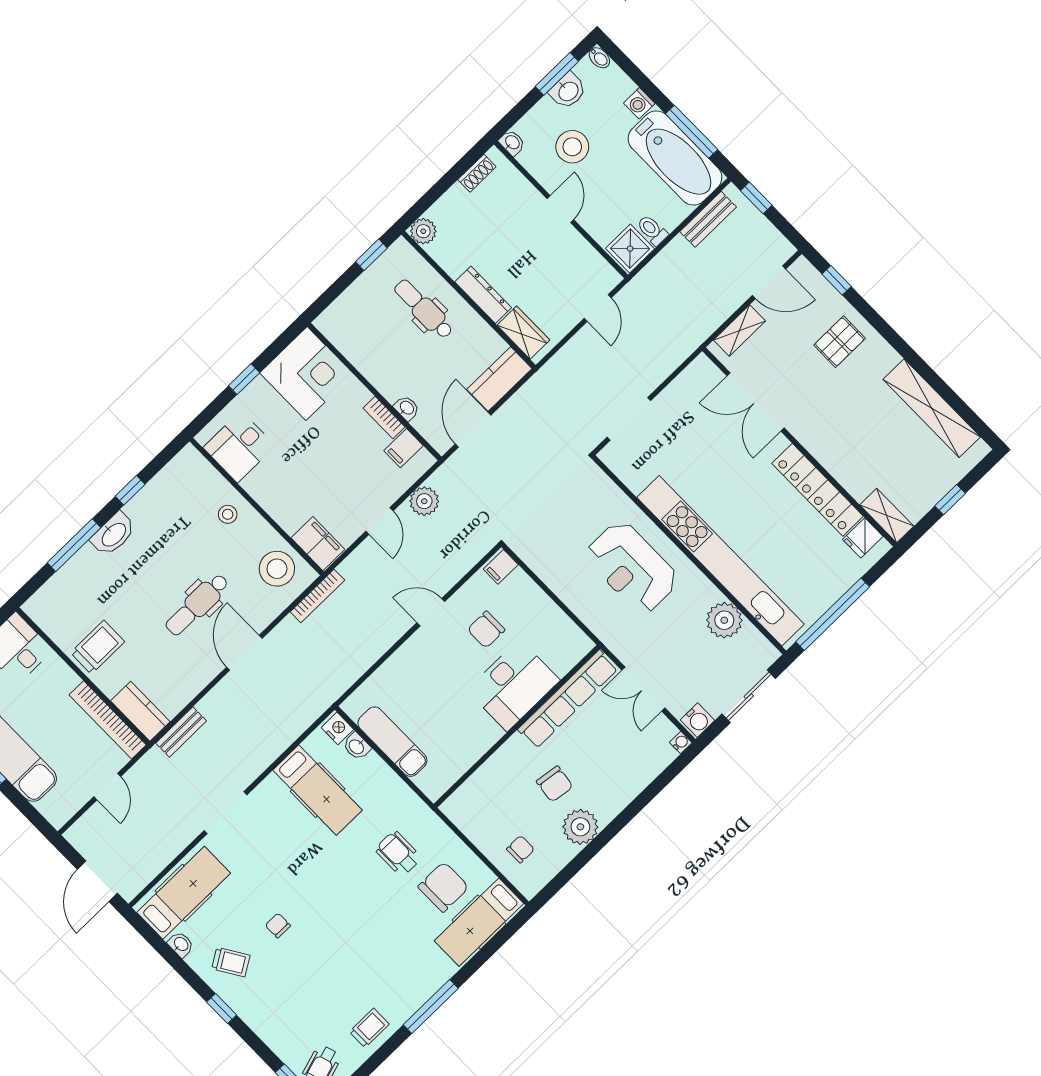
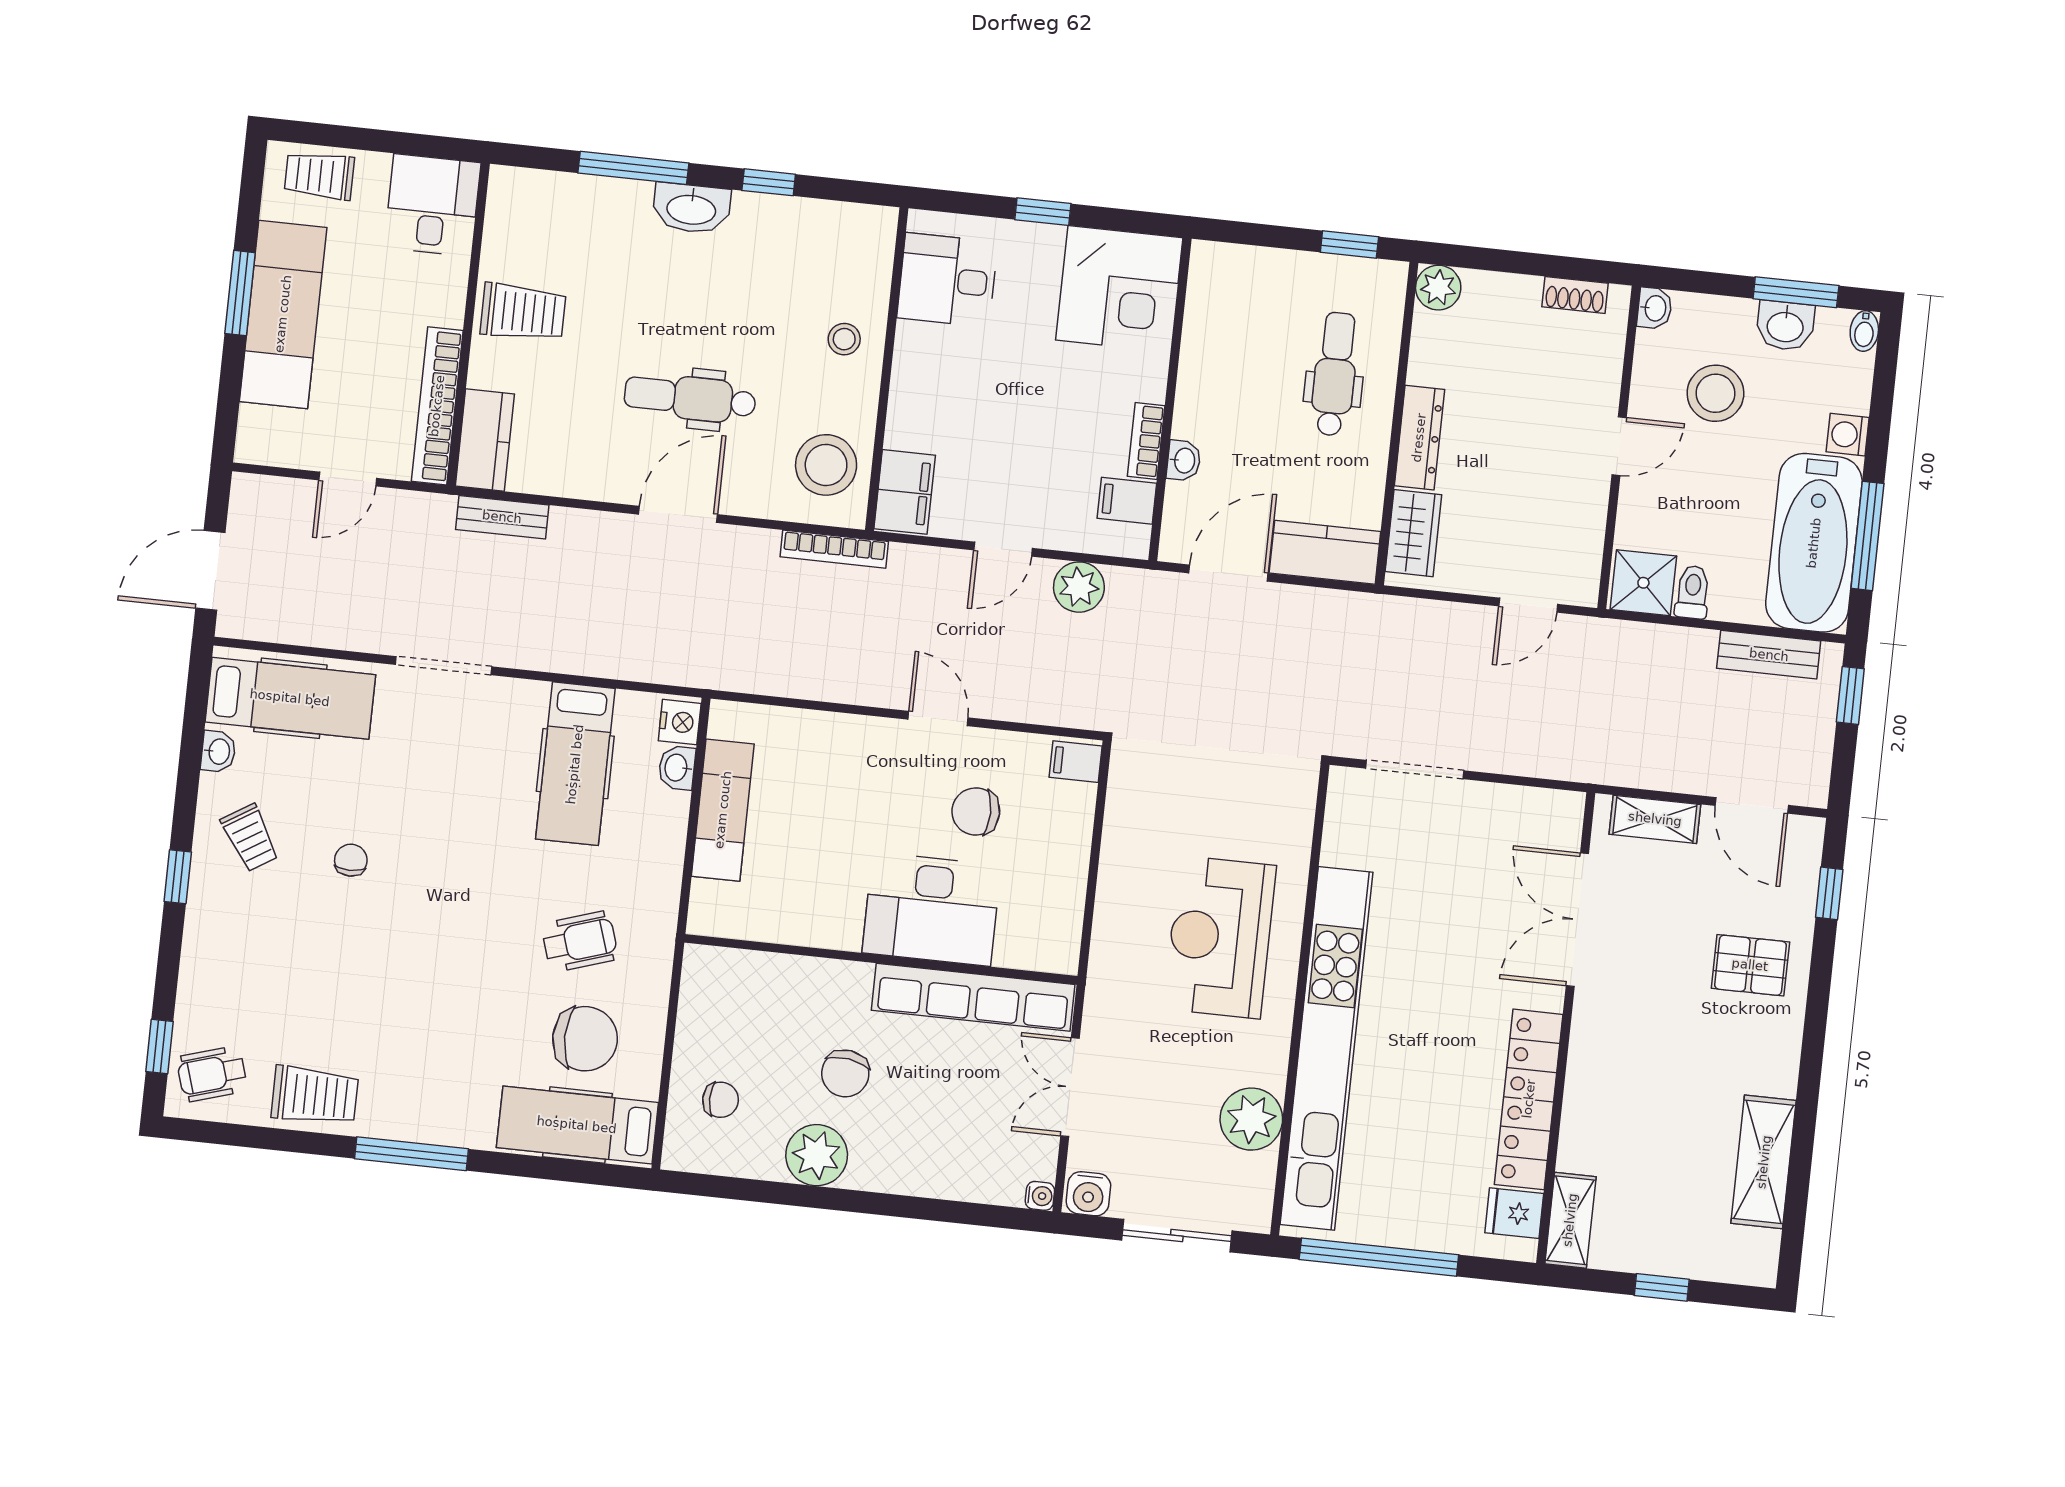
shelving: (932, 408) -> (1764, 1162), width x0.68
wheelchair: (398, 854) -> (580, 942), turned 72
trolley: (369, 1028) -> (315, 1095), width x1.36, depth x1.39

